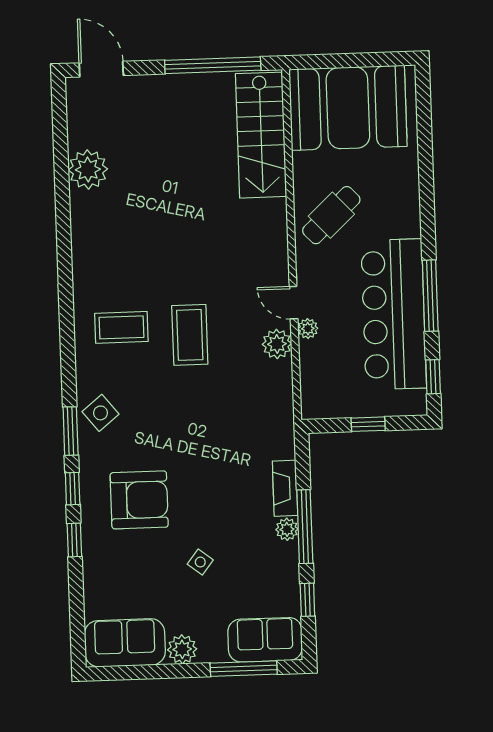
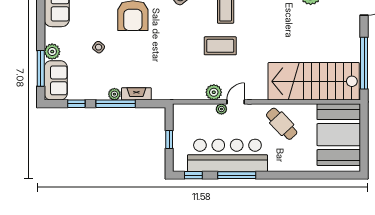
stairs: (261, 135) -> (314, 81), width x1.36, depth x1.51
plant: (182, 649) -> (52, 52), moved

